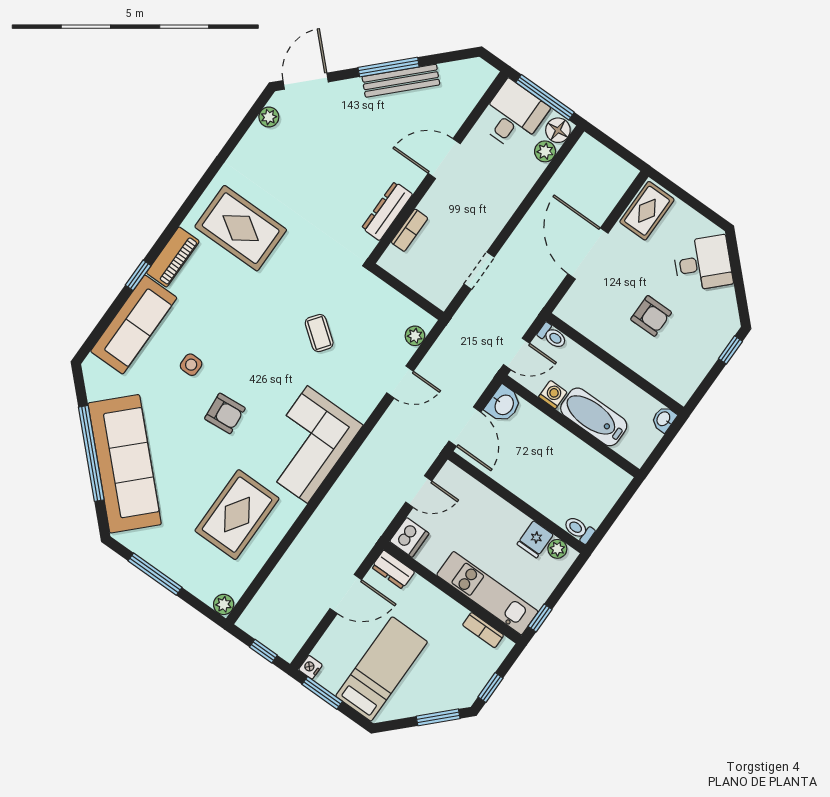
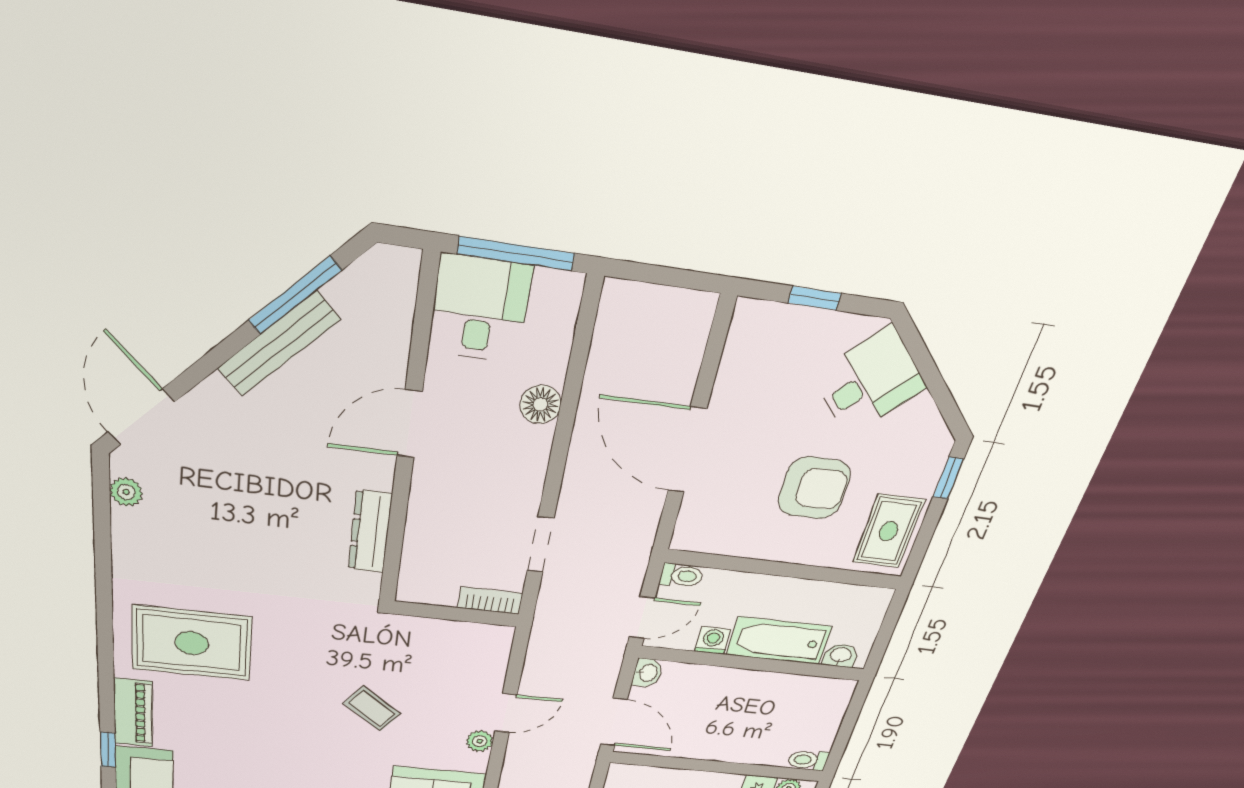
window: (389, 67) -> (295, 295), moved
floor lamp: (558, 130) -> (540, 404), moved
plant: (545, 151) -> (556, 338), removed
window: (688, 199) -> (814, 298), added
rug: (647, 211) -> (888, 531), moved
bookcase: (410, 230) -> (490, 601), moved, turned -90
armchair: (651, 316) -> (814, 488), width x1.38, depth x1.38
plant: (415, 336) -> (480, 741), moved
washbasin: (504, 404) -> (648, 673), width x0.72, depth x0.69
washbasin: (664, 419) -> (841, 655), moved, turned 90

